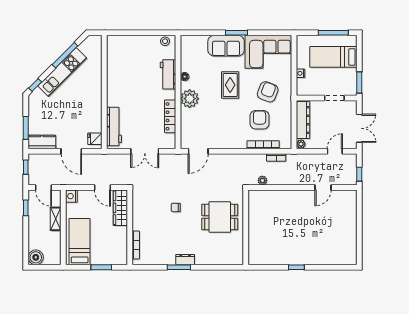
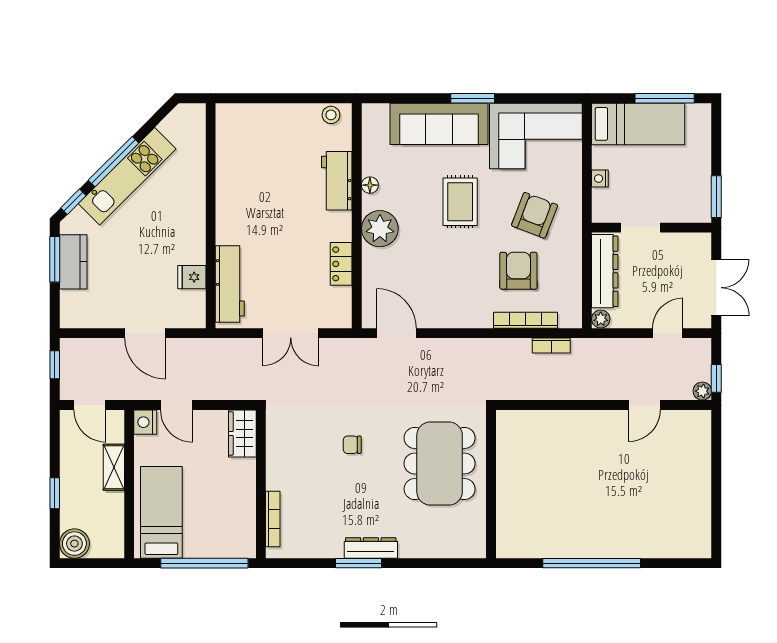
sofa: (226, 46) -> (439, 124), width x1.36
window: (65, 55) -> (114, 162), moved
bed: (333, 57) -> (638, 124), moved, turned 180
doorway: (334, 98) -> (641, 228), moved
locker: (170, 116) -> (341, 264), width x0.66
window: (26, 128) -> (55, 259), moved
fridge: (95, 139) -> (192, 277), moved
kitchen counter: (42, 142) -> (73, 262), moved, turned 90
door: (198, 151) -> (397, 333), swing flipped
plant: (262, 180) -> (702, 391), moved
door: (102, 187) -> (177, 405), moved
window: (26, 208) -> (55, 493), moved
wardrobe: (120, 208) -> (242, 433), width x0.67
dining table: (220, 217) -> (440, 464), width x1.38
dresser: (185, 260) -> (371, 548), width x1.44
window: (101, 267) -> (204, 563), width x2.11
window: (296, 267) -> (592, 563), width x3.17

